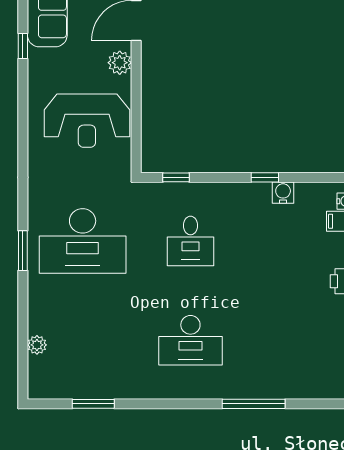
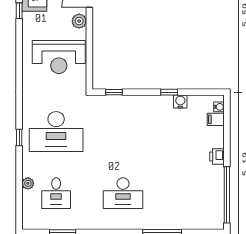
desk: (190, 241) -> (56, 193), moved
window: (23, 251) -> (19, 138), width x0.67
plant: (37, 345) -> (28, 183), moved

